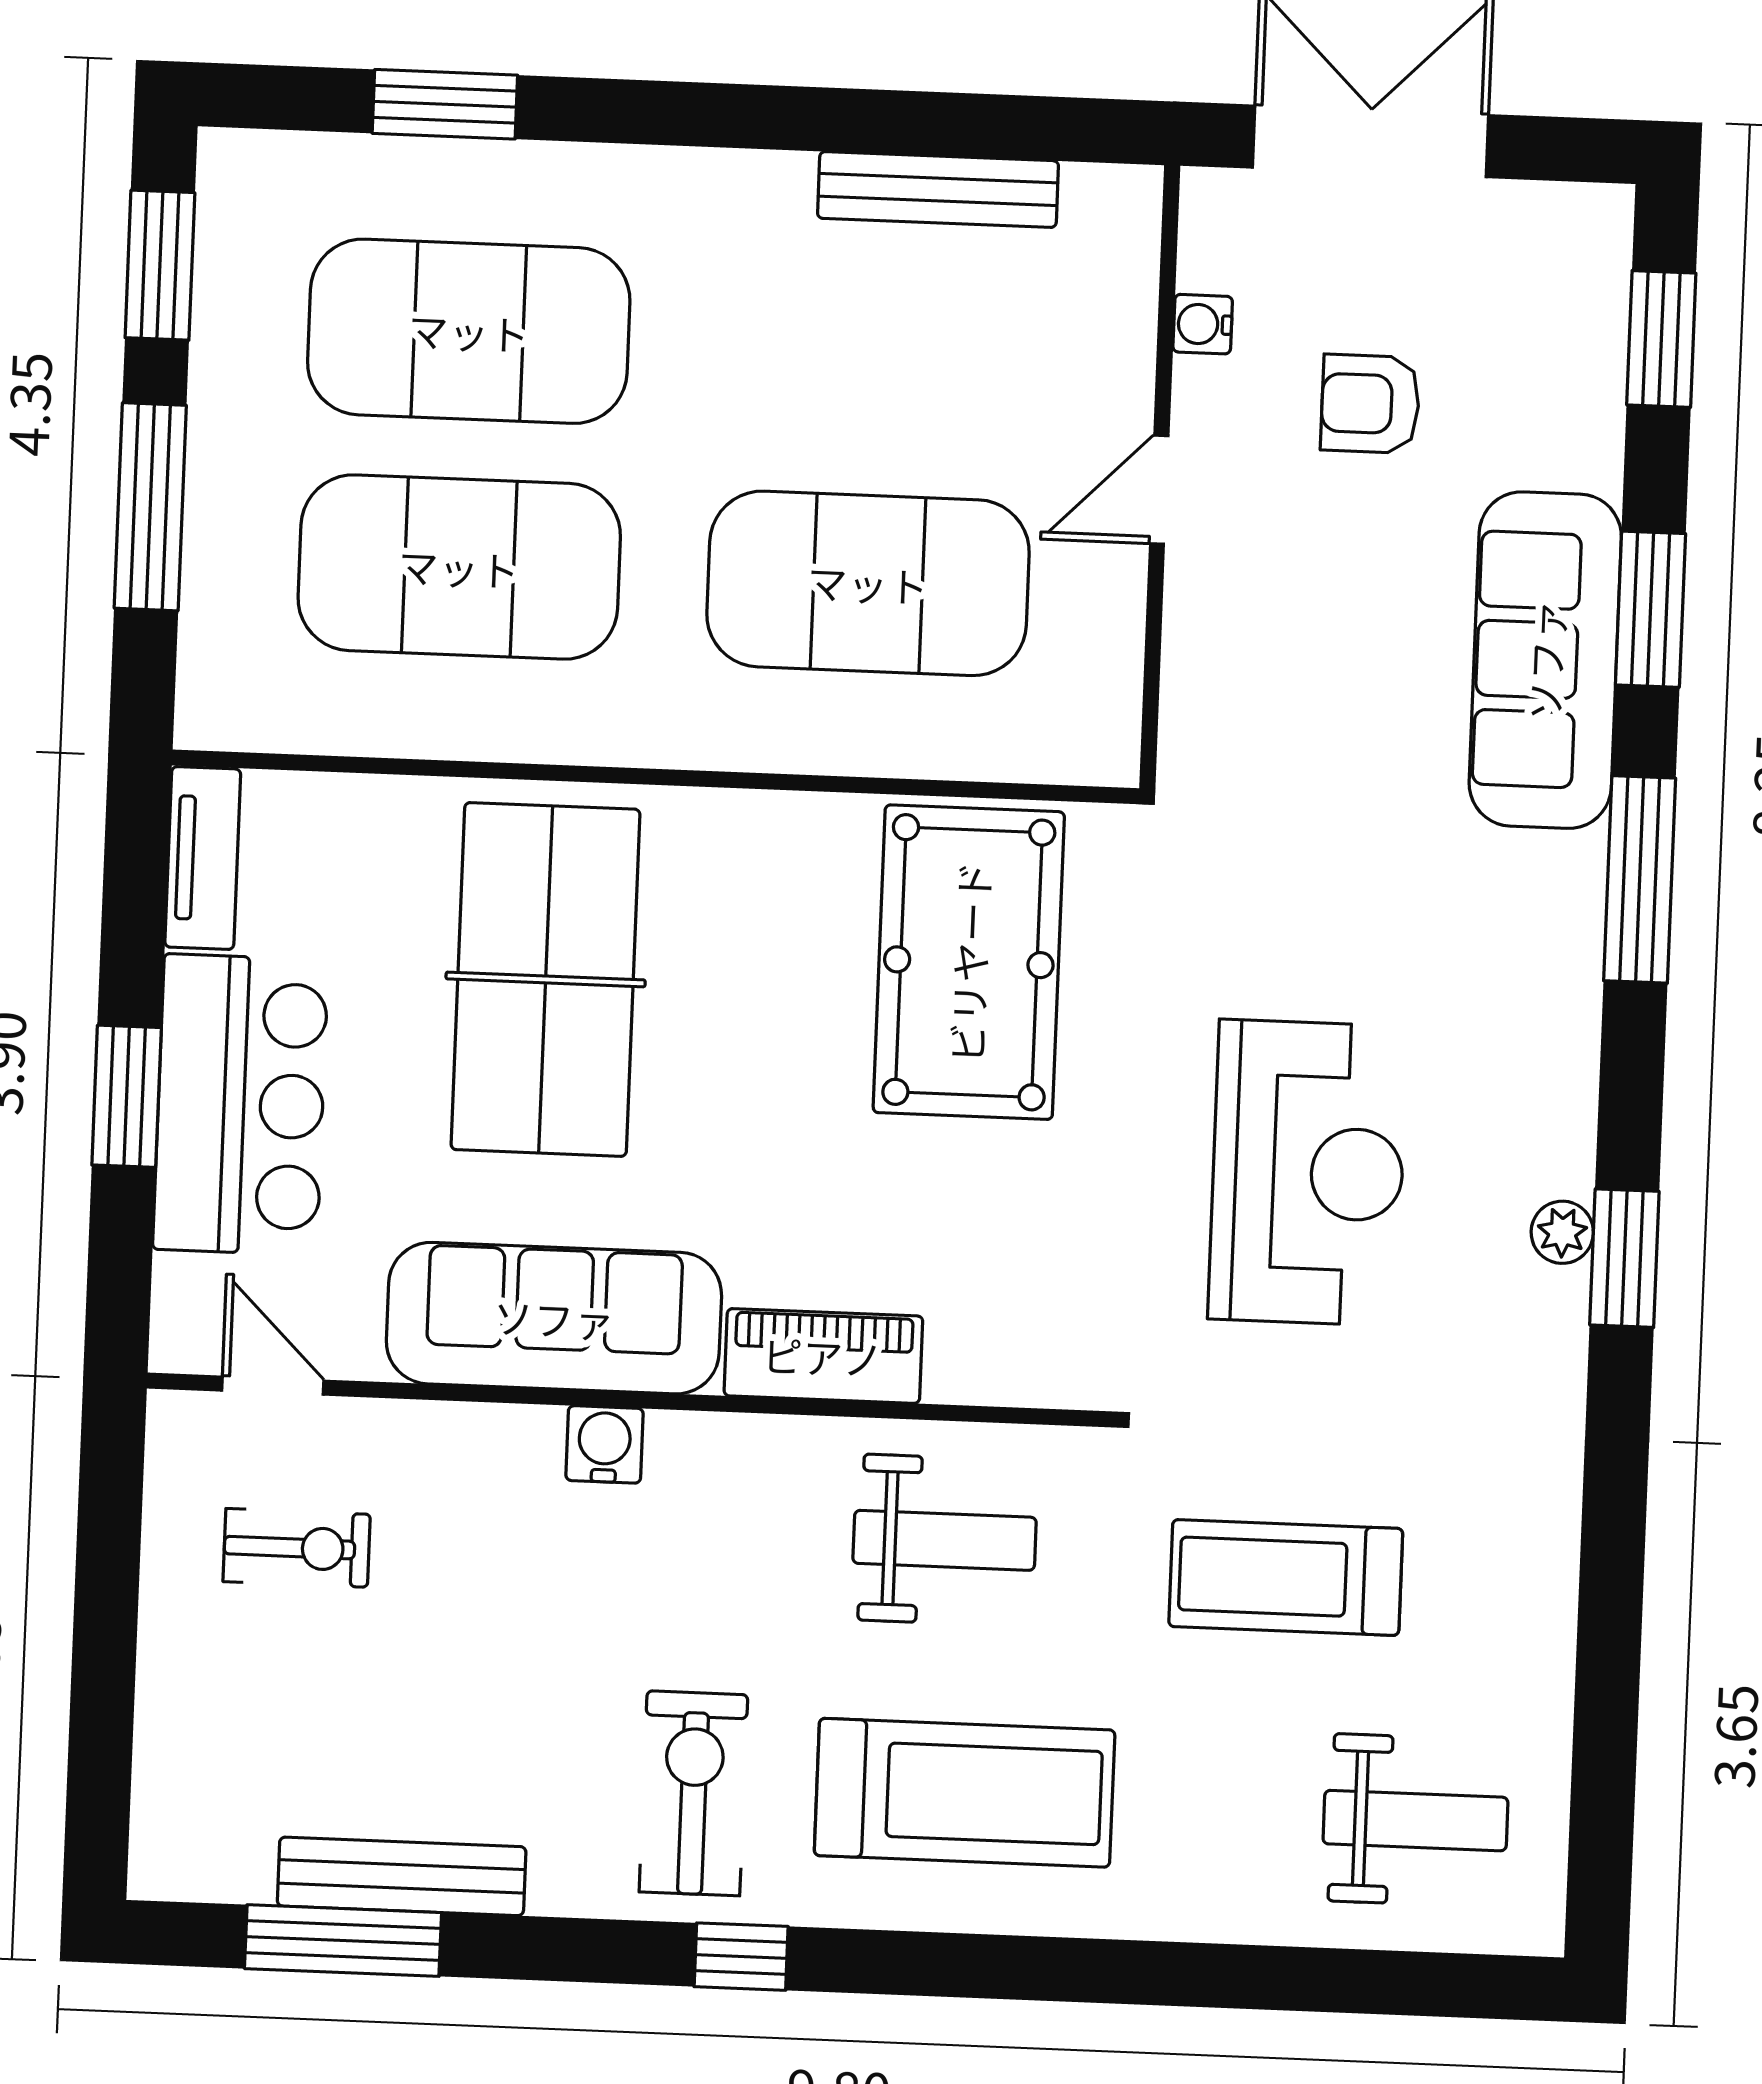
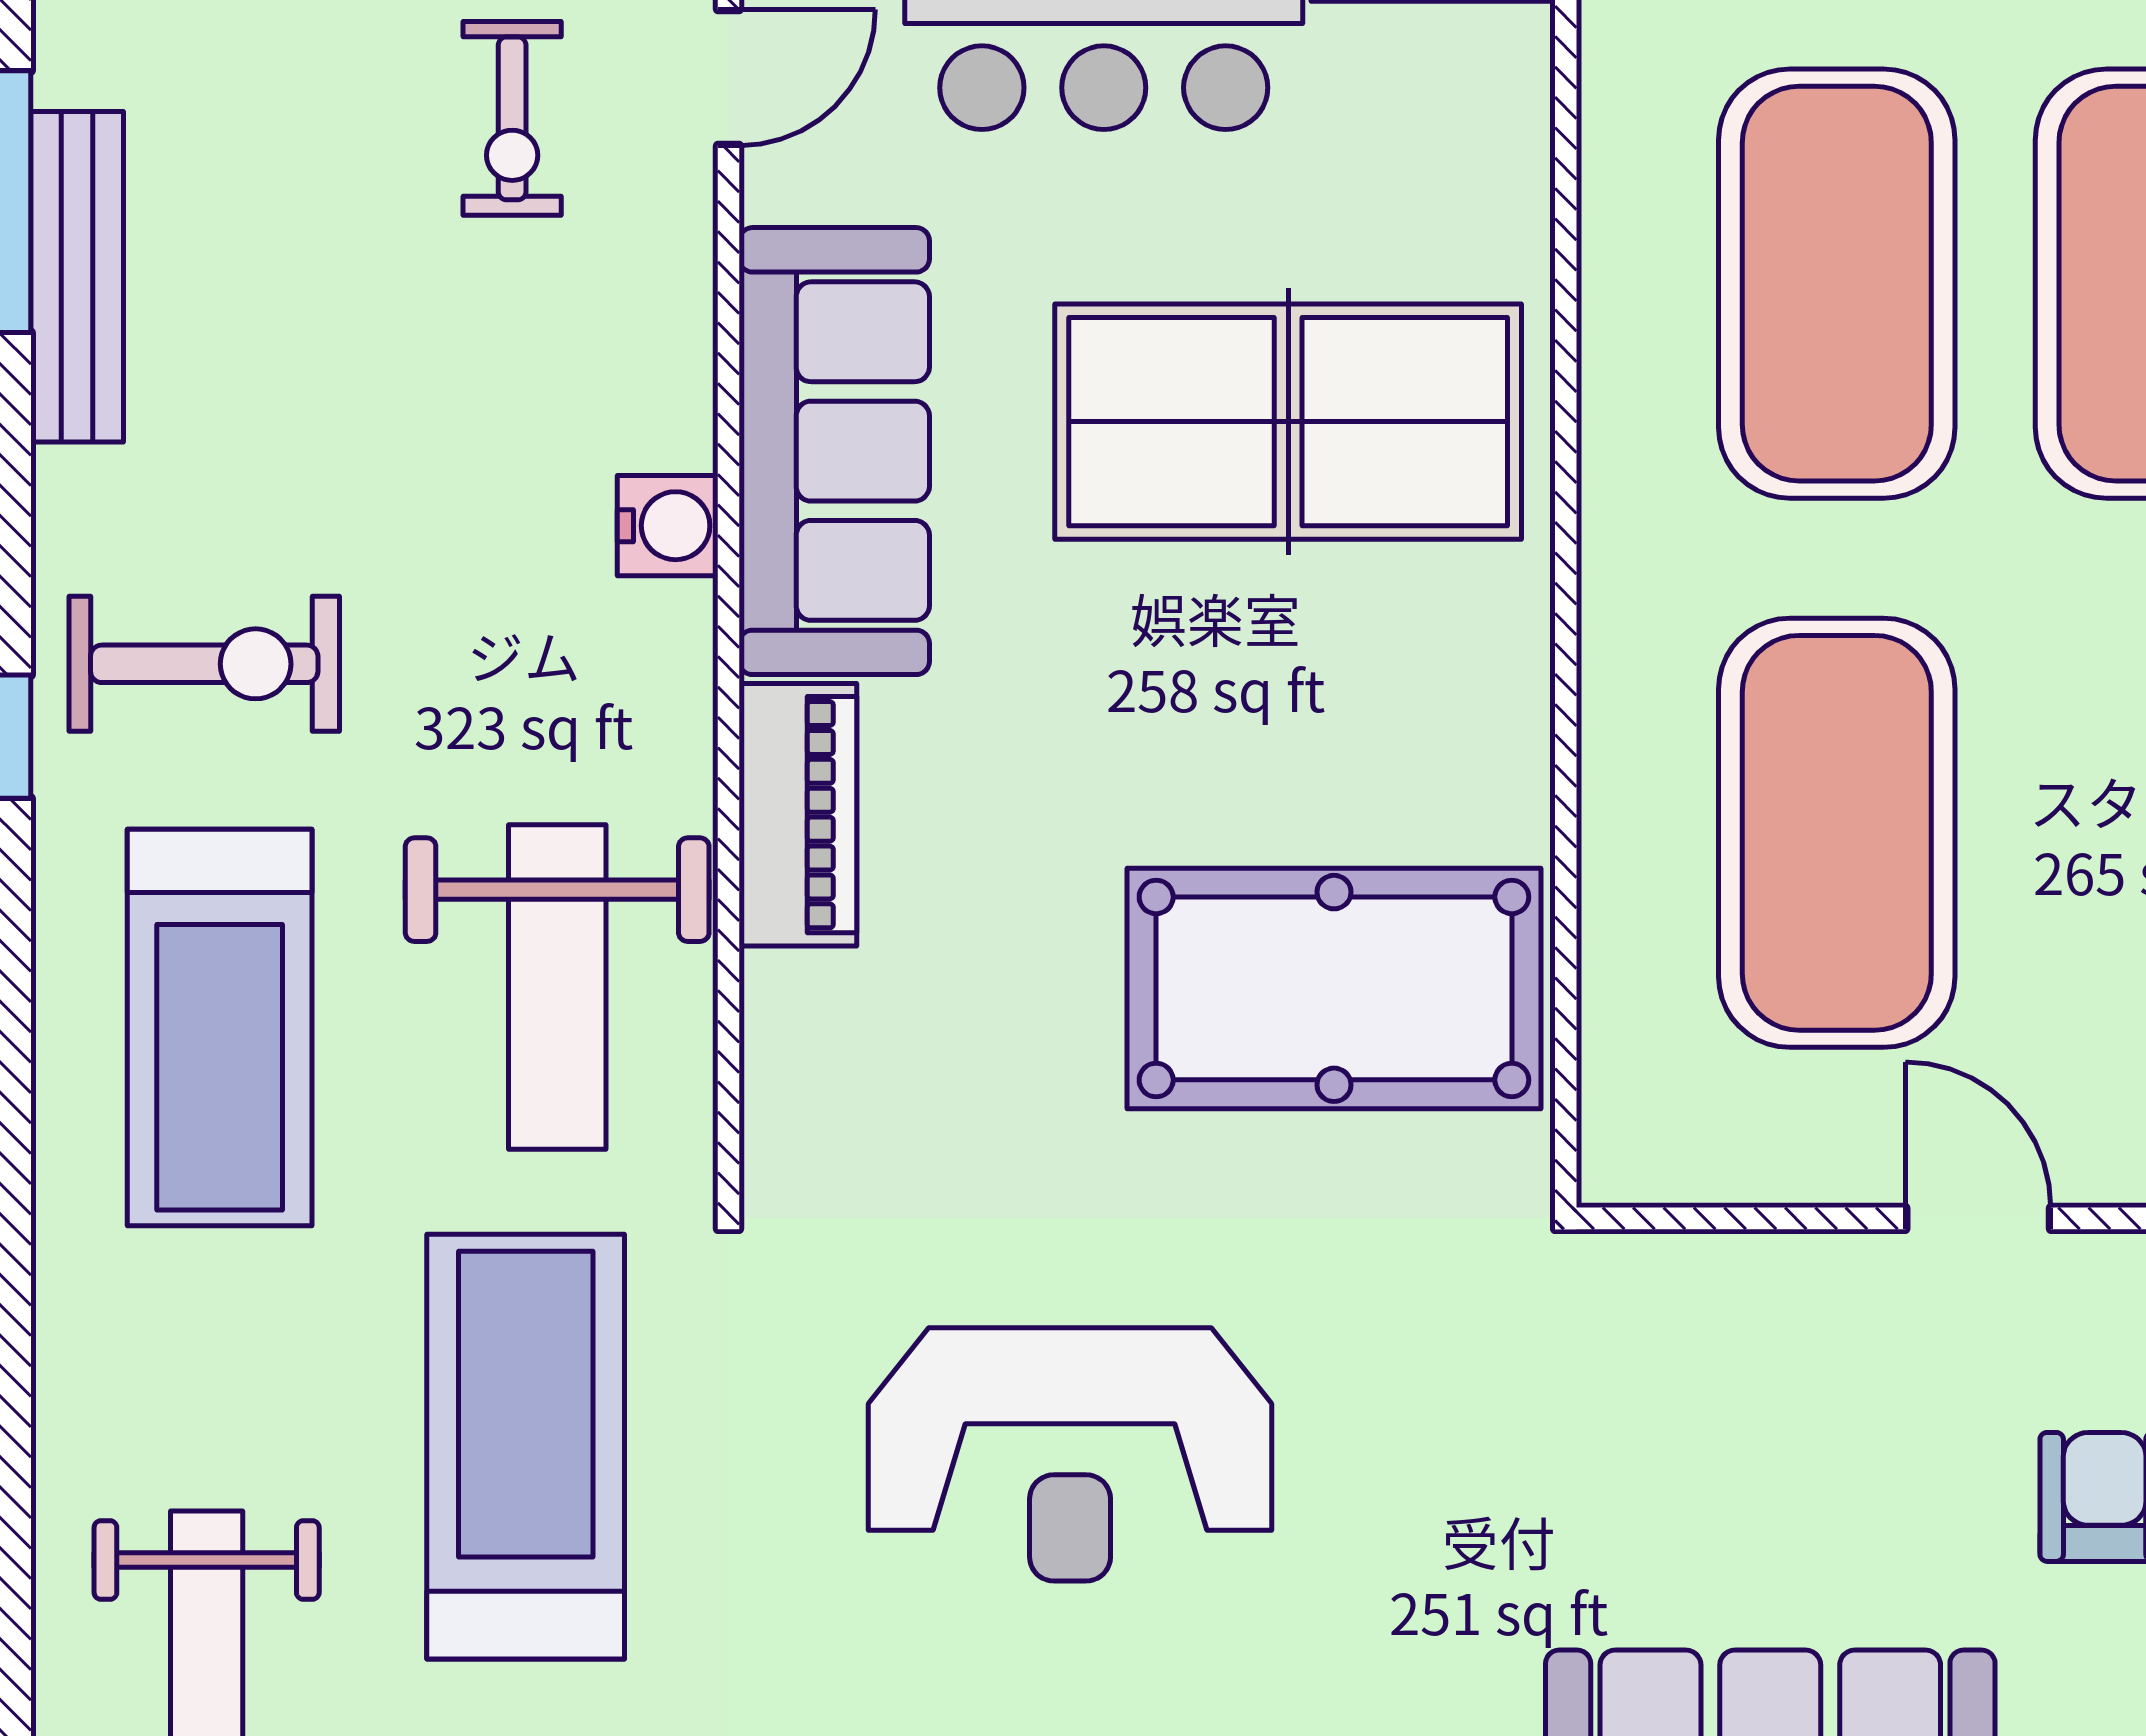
weight bench: (945, 1540) -> (557, 987), width x1.36, depth x1.33
treadmill: (1286, 1577) -> (526, 1447), width x1.37, depth x1.38

